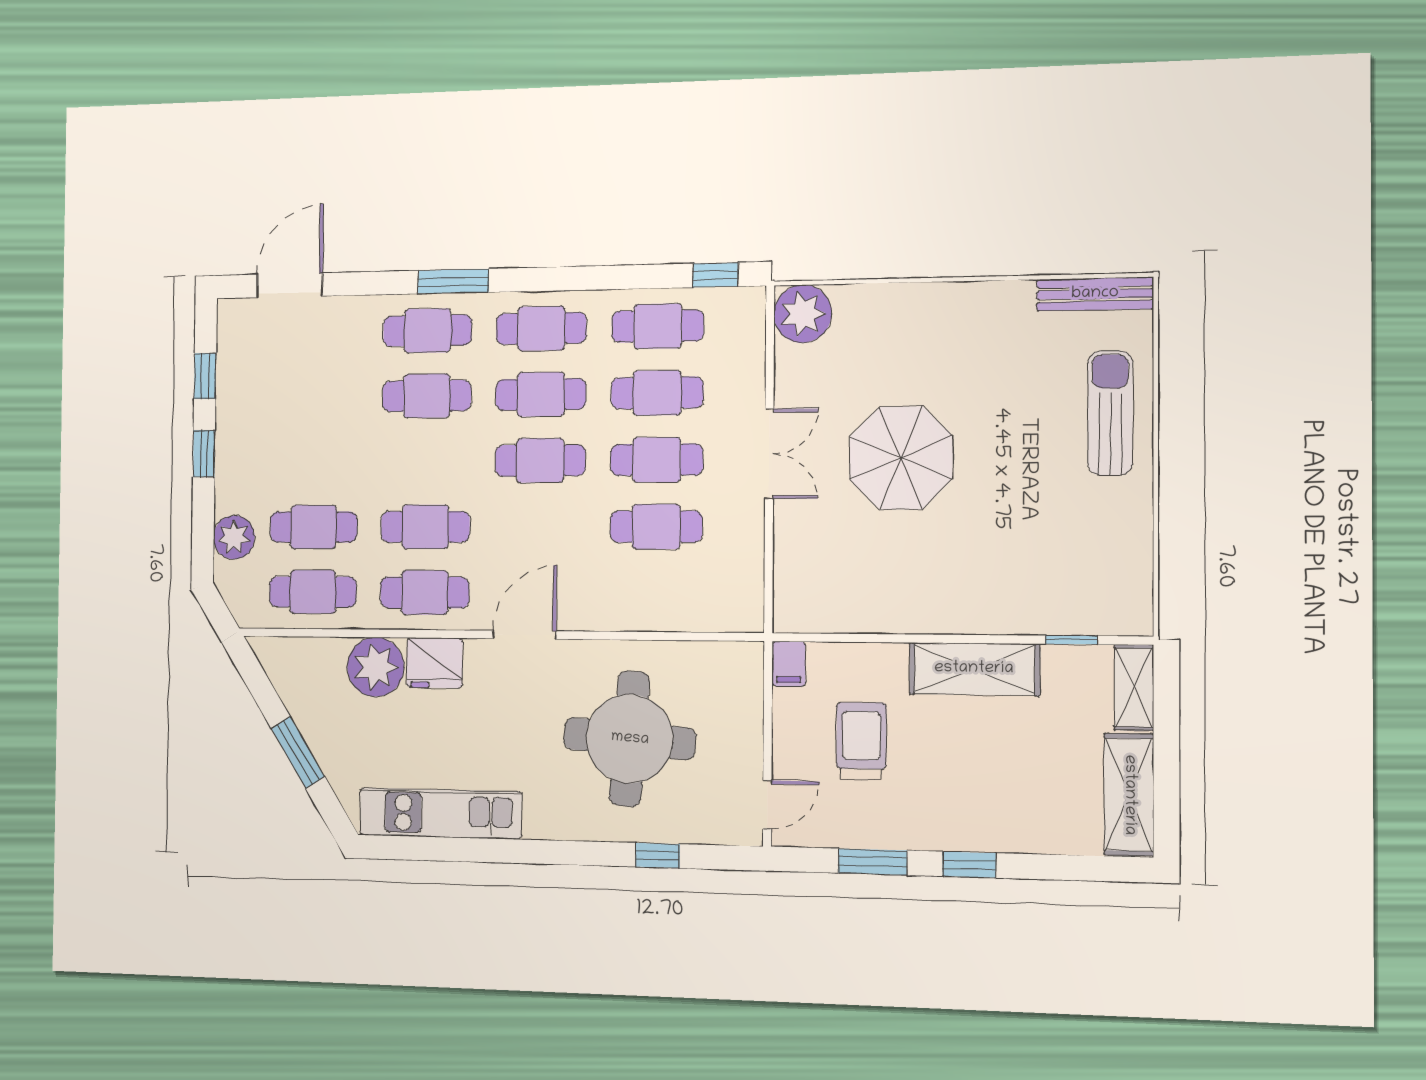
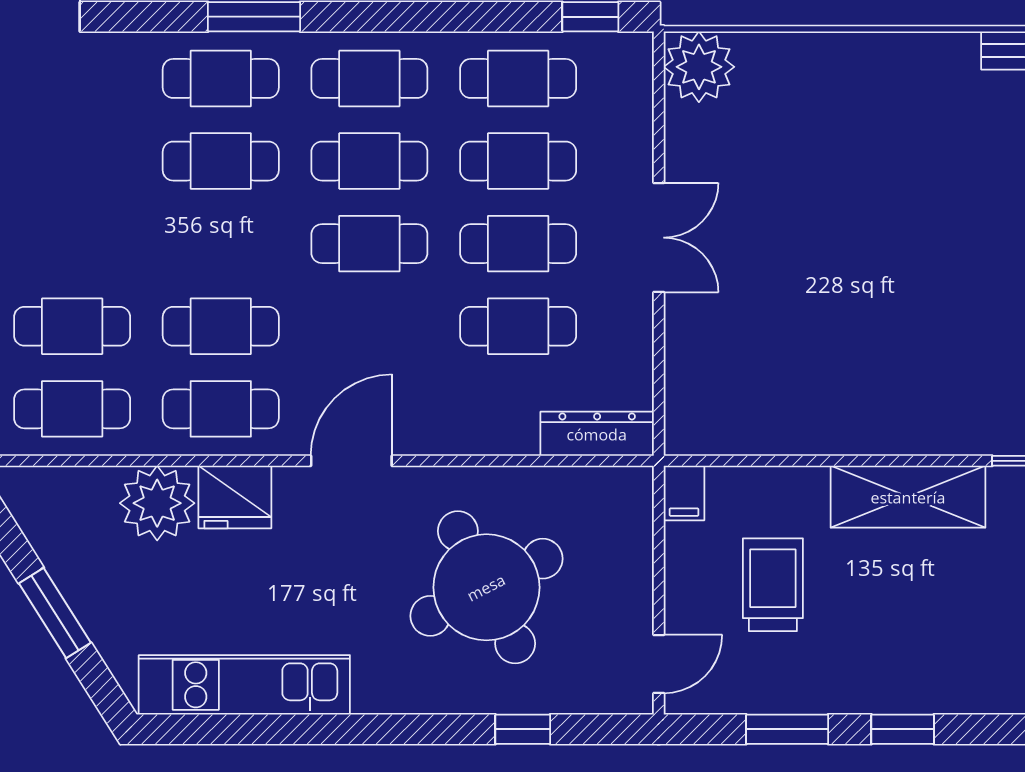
parasol: (901, 458) -> (819, 244), removed
dresser: (719, 614) -> (597, 434), added
round table: (630, 739) -> (486, 587), turned -31

